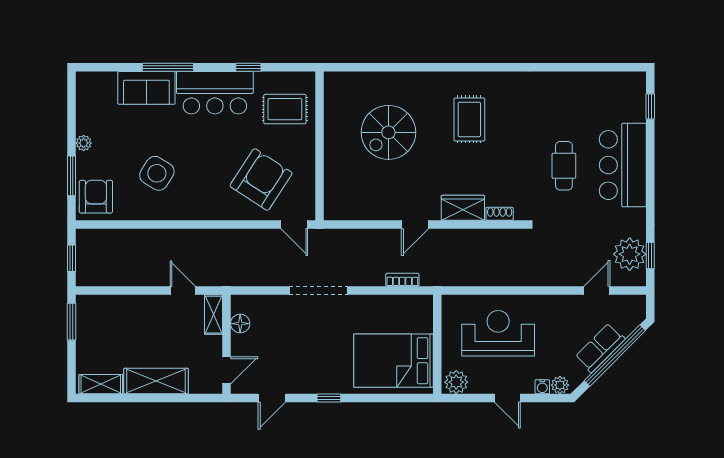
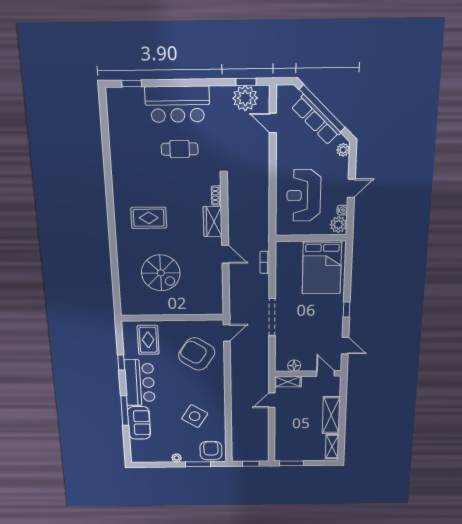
armchair: (96, 197) -> (211, 451), turned 90
row of seats: (600, 348) -> (316, 120), width x1.48
water cooler: (542, 387) -> (342, 210), moved

